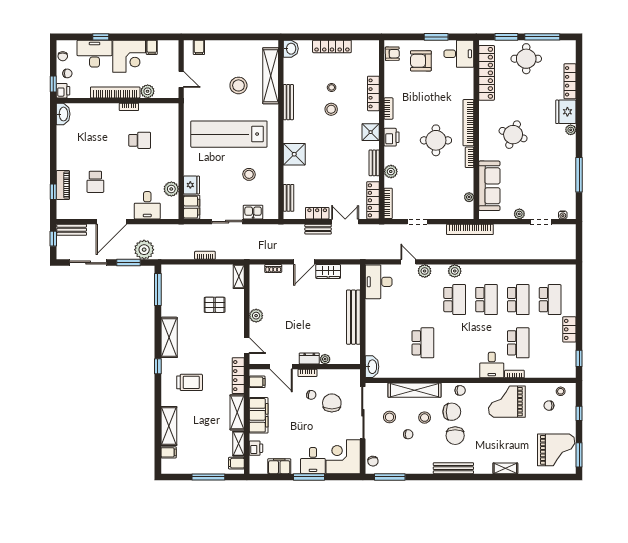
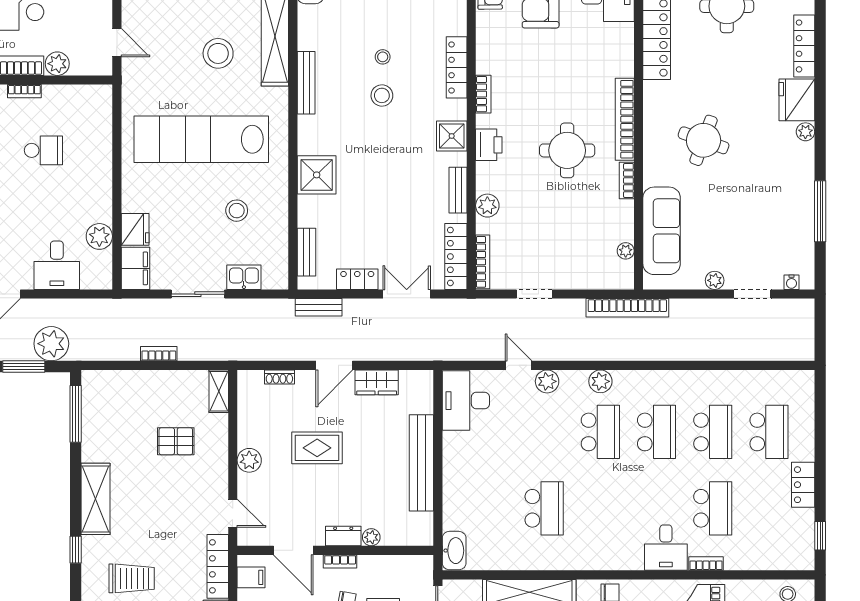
bench: (318, 229) -> (319, 307), moved
rug: (294, 309) -> (317, 448), added

